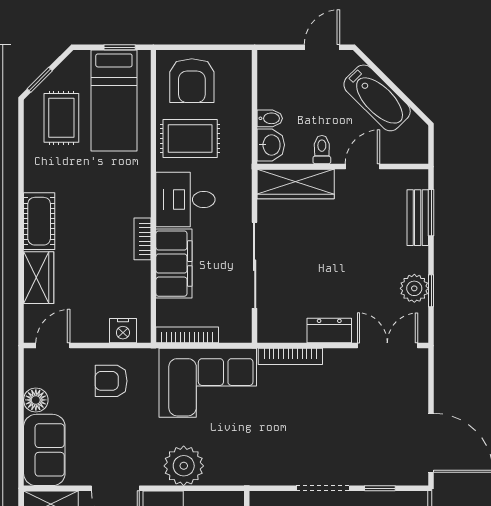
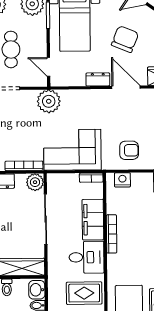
bookcase: (142, 239) -> (112, 234), width x1.56
plant: (272, 328) -> (35, 182), added
bookcase: (187, 335) -> (91, 178), width x0.64
plant: (184, 466) -> (49, 101), moved

